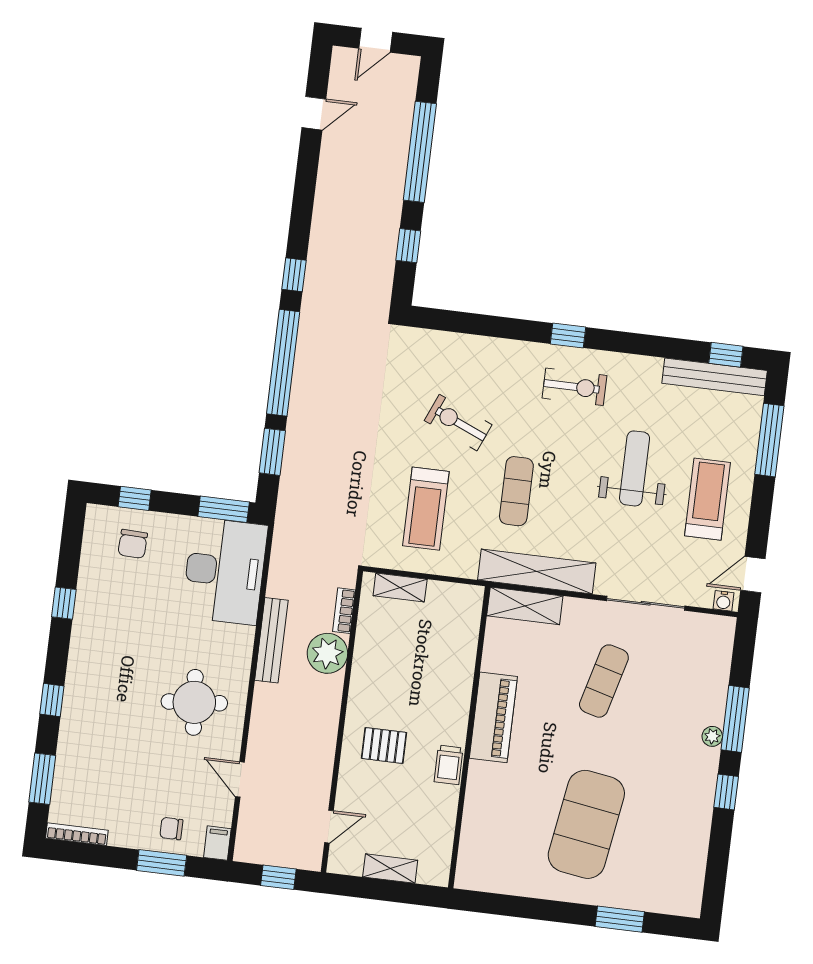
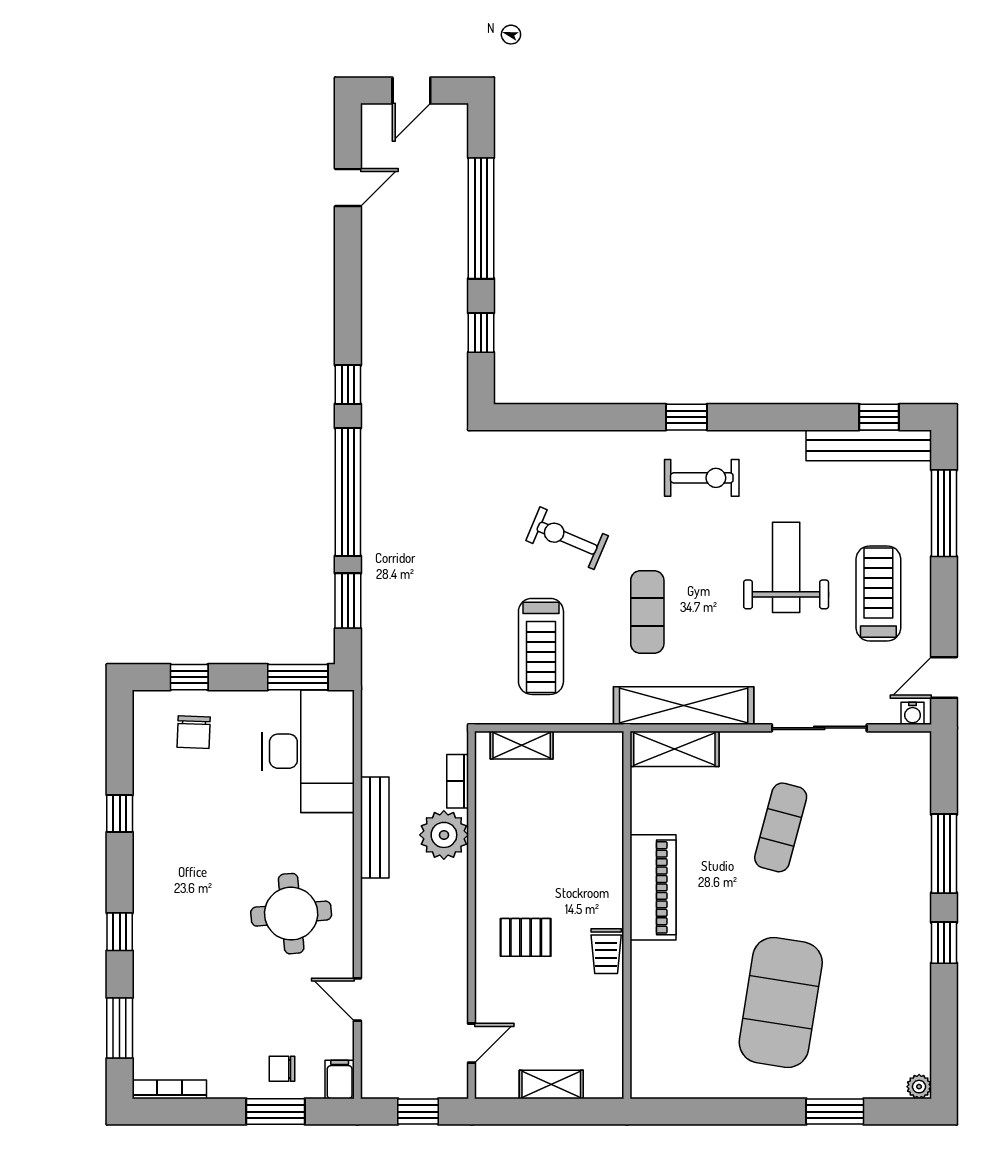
plant: (712, 736) -> (919, 1087), moved

